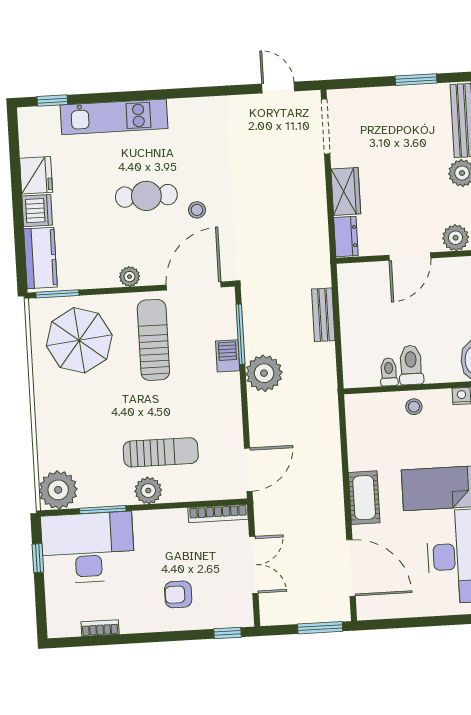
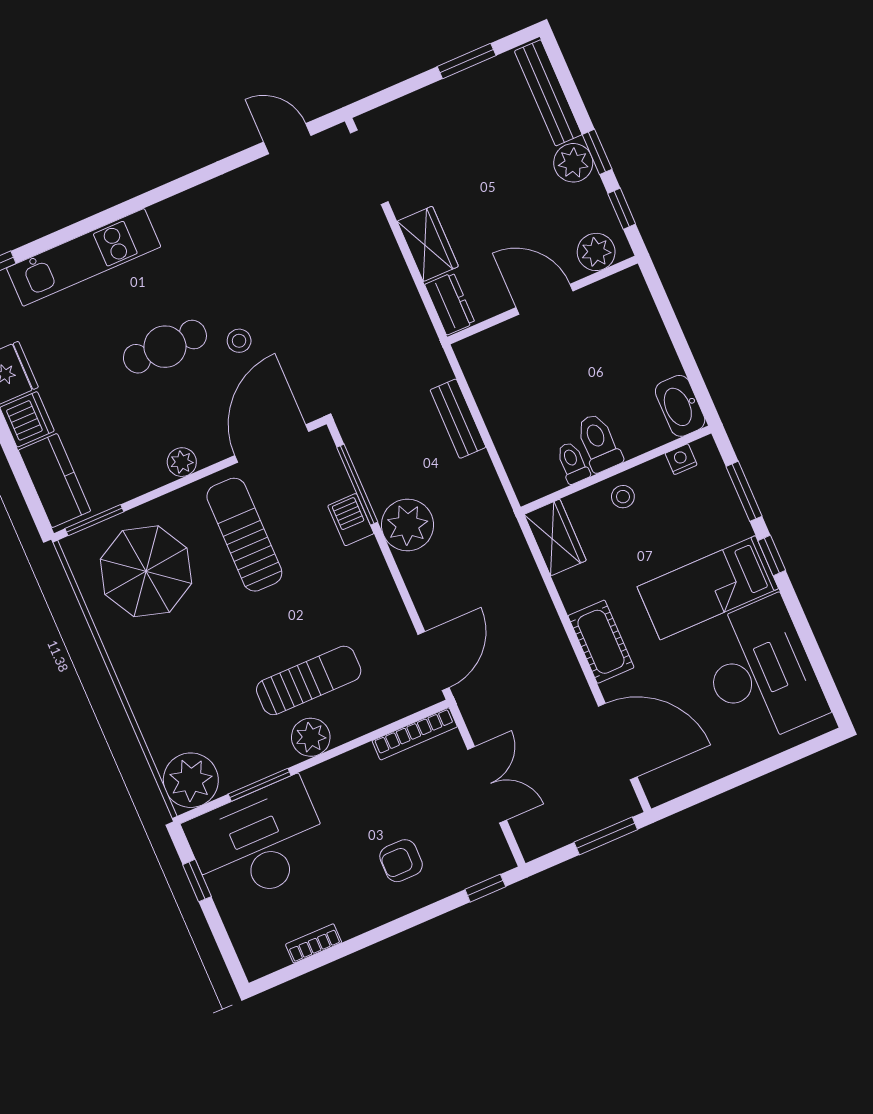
door: (410, 257) -> (545, 299), swing flipped
wardrobe: (359, 417) -> (555, 537), added

